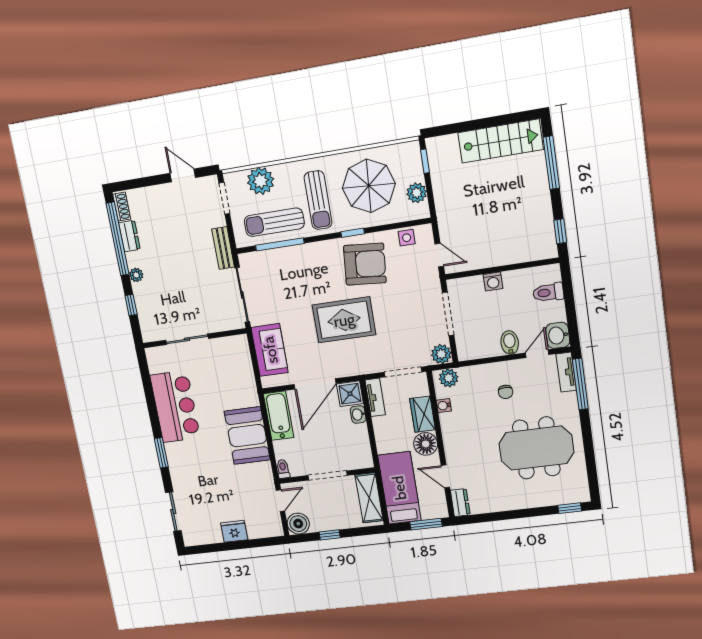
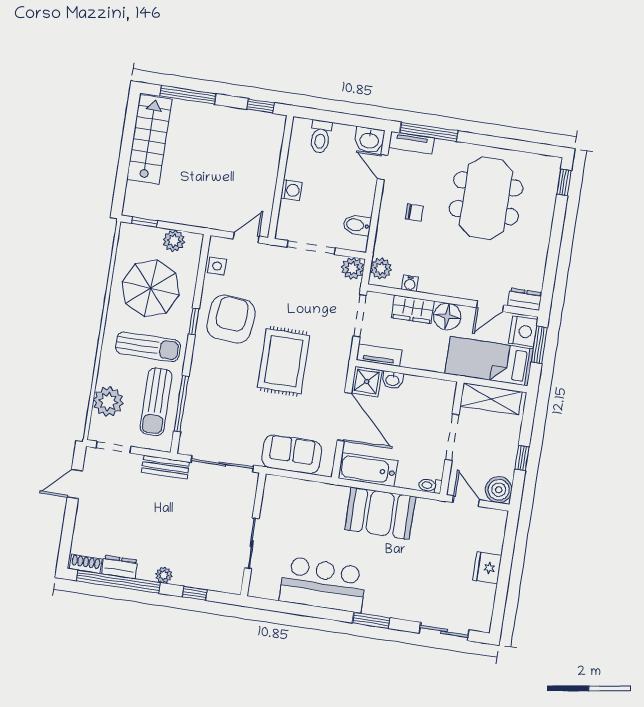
bidet: (510, 343) -> (357, 225), moved
nightstand: (433, 509) -> (523, 331), added

